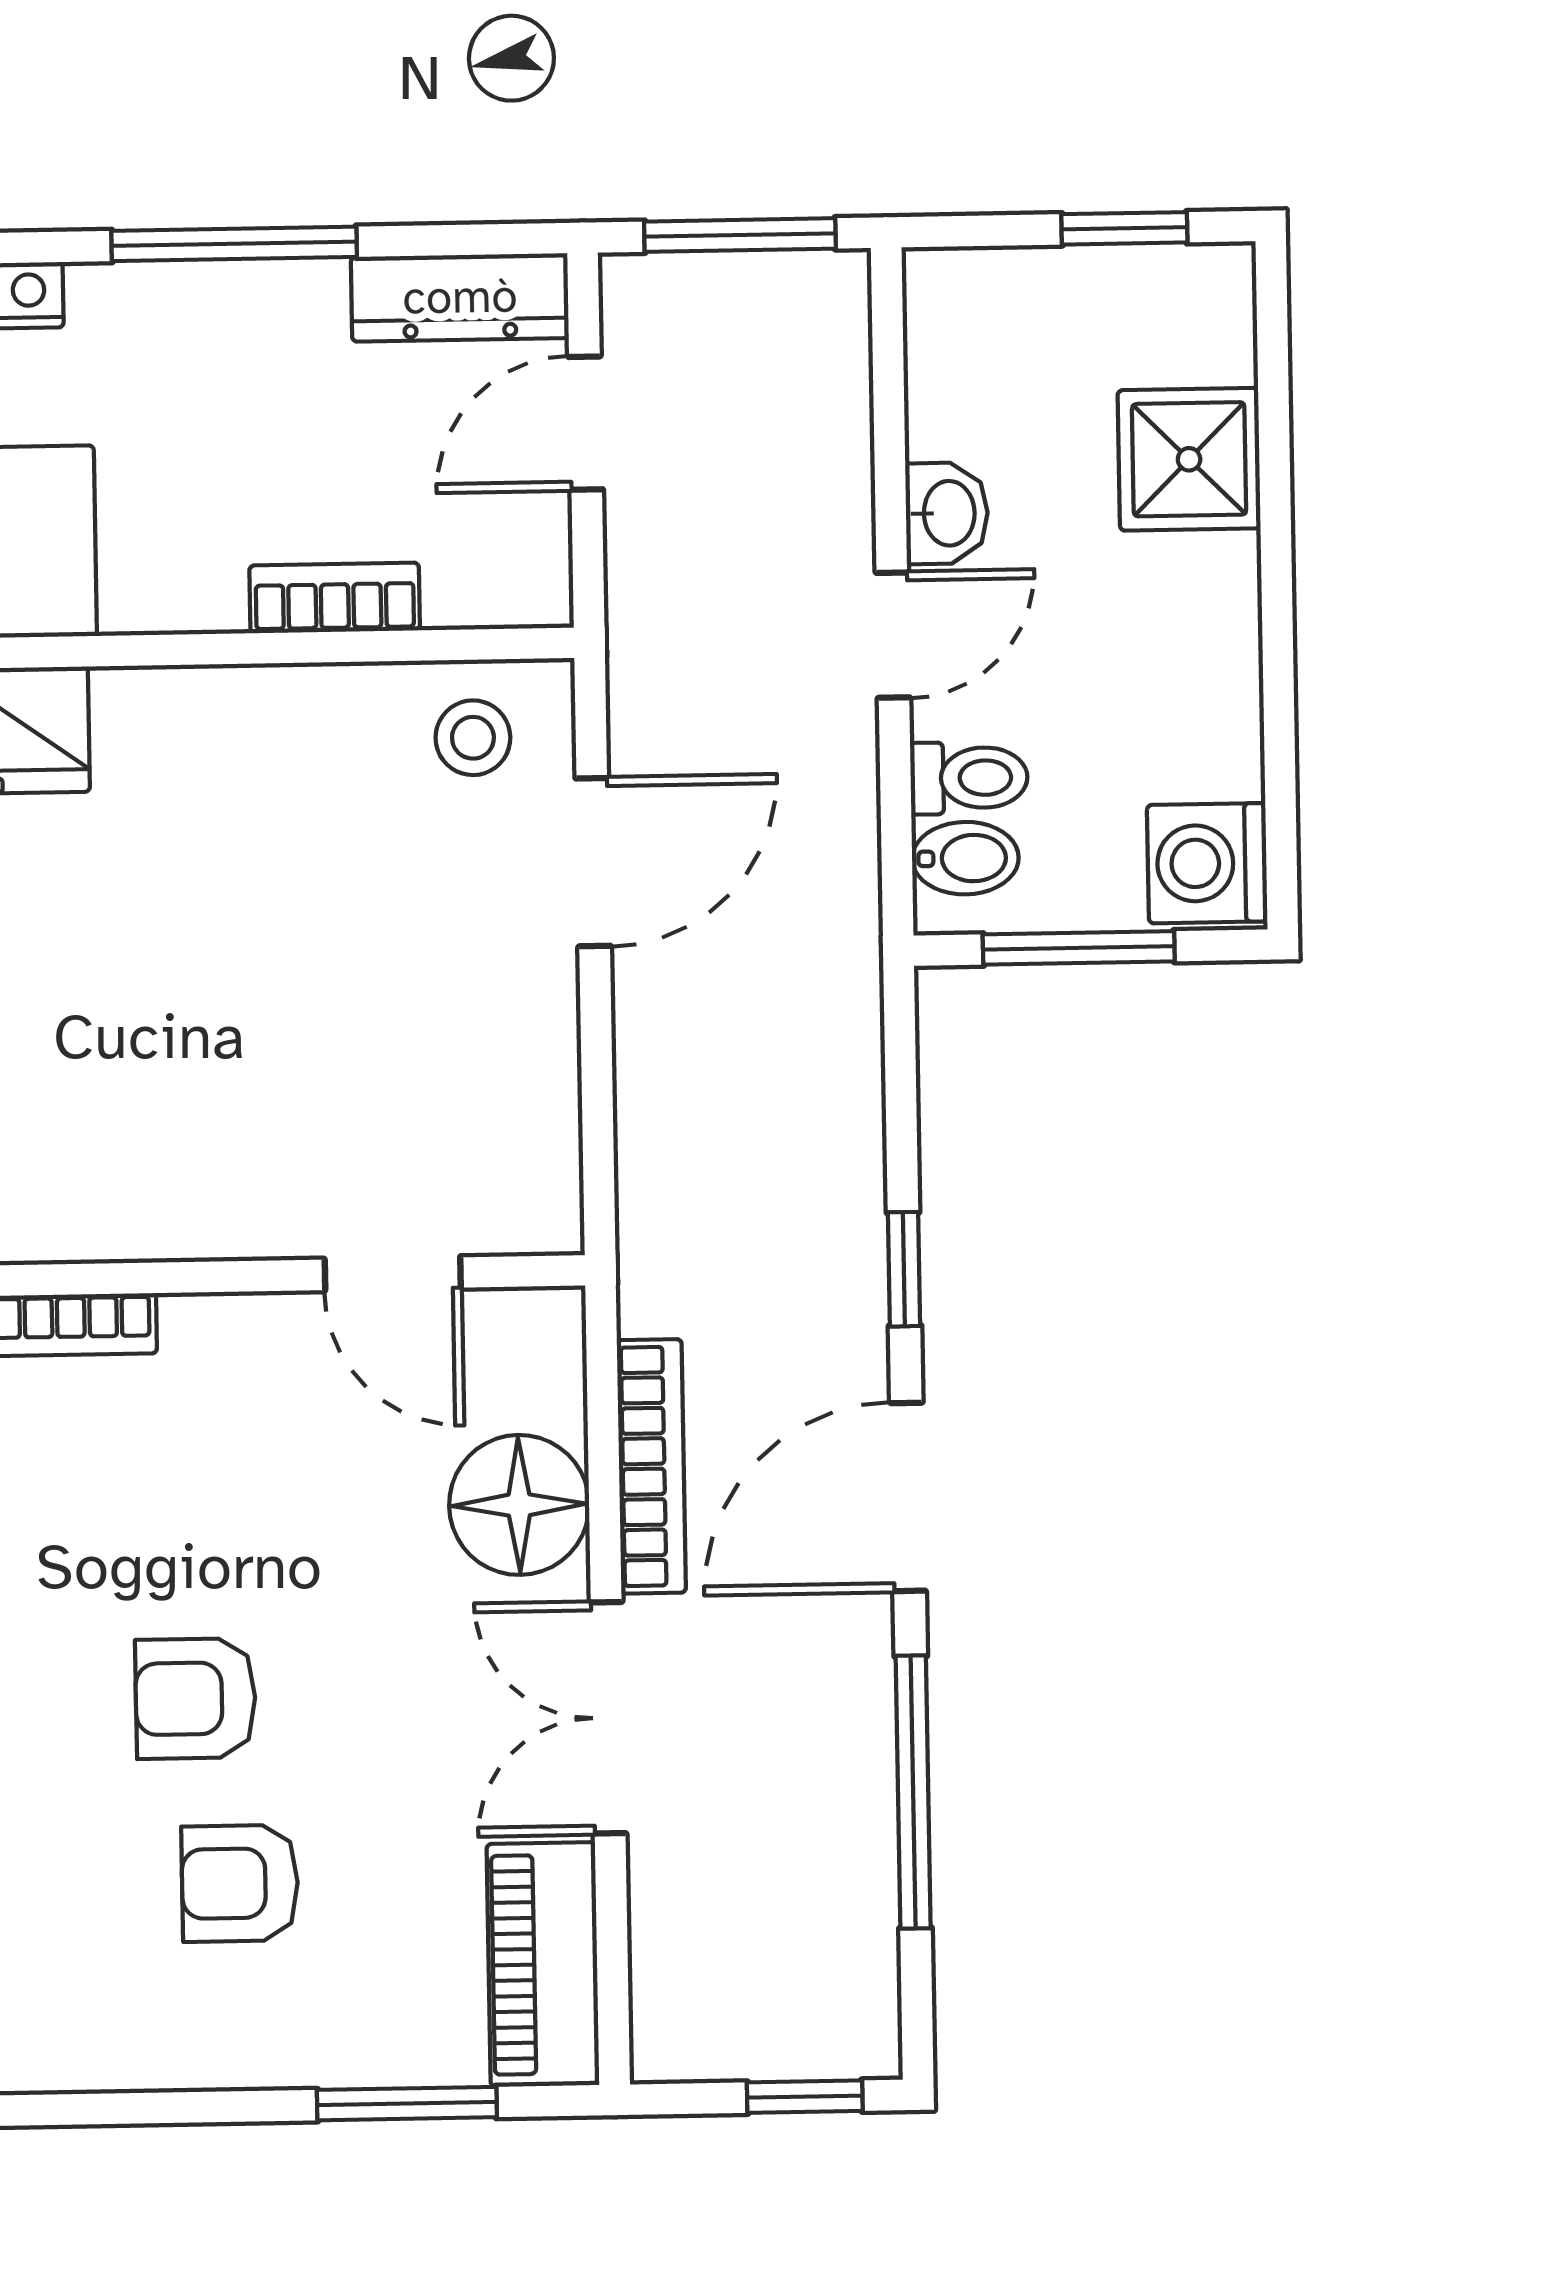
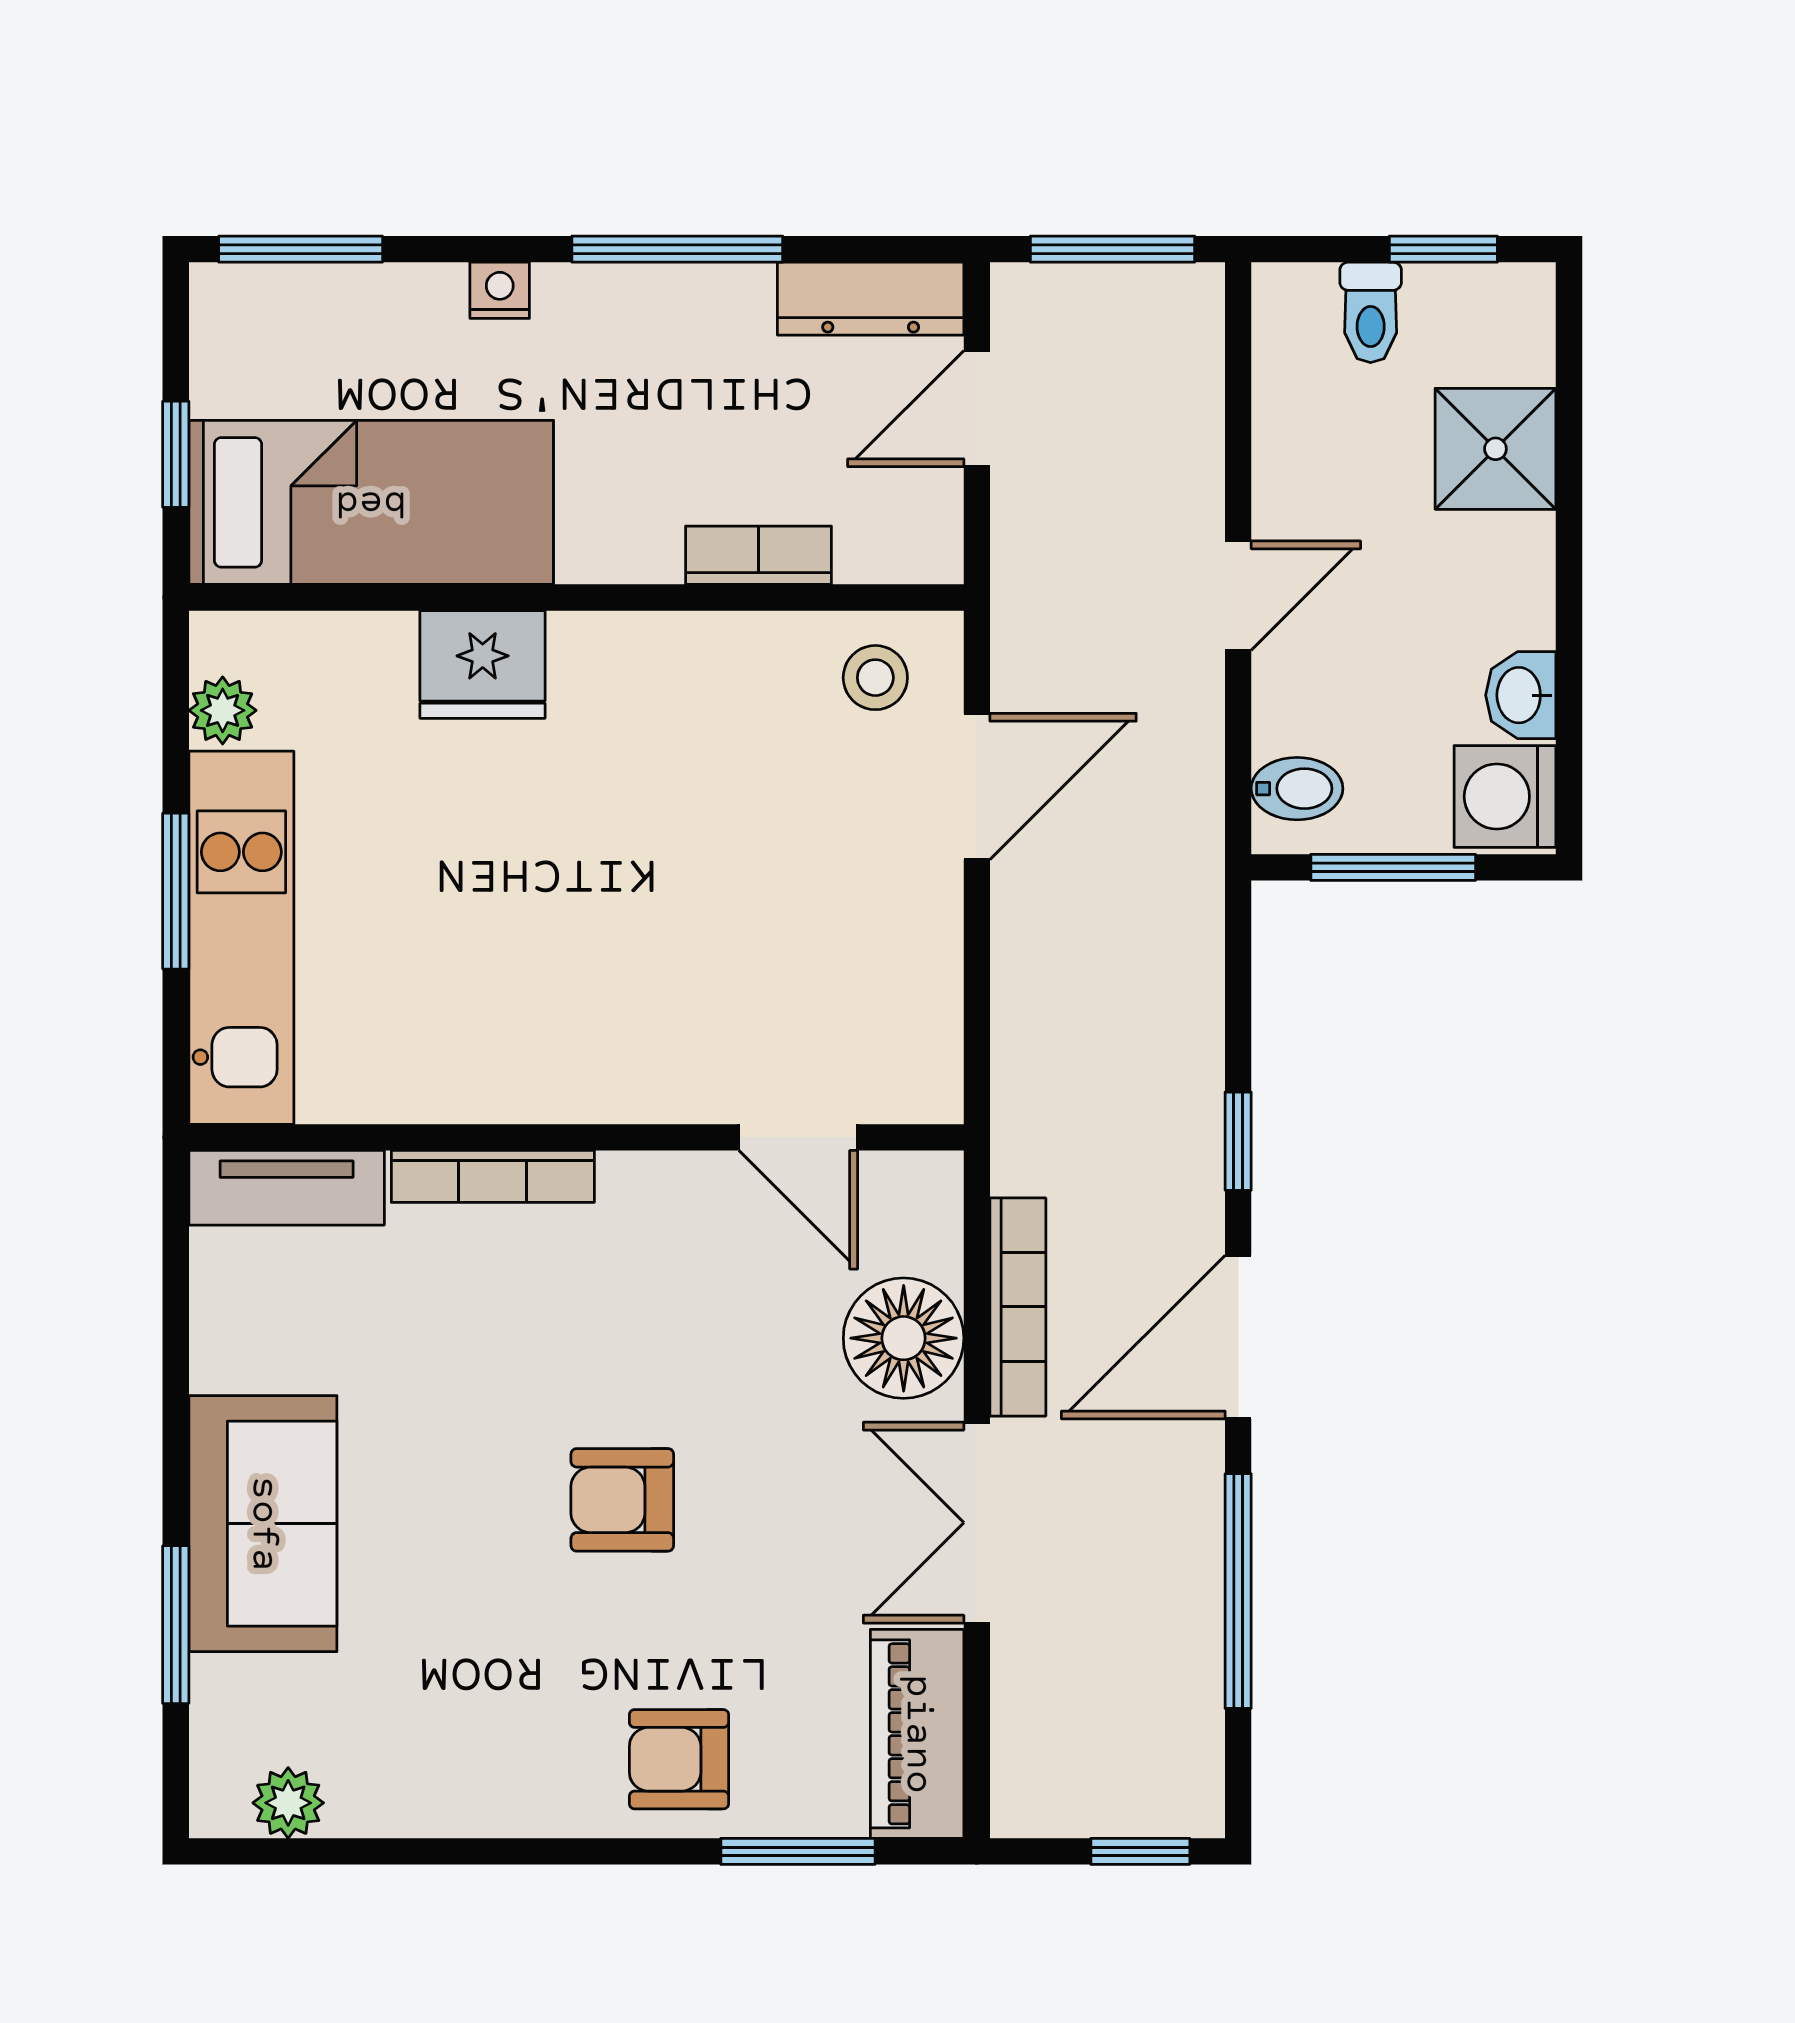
washbasin: (947, 513) -> (1521, 695), moved, turned 180
toilet: (969, 778) -> (1371, 312), moved, turned 90
armchair: (240, 1883) -> (679, 1759), moved

